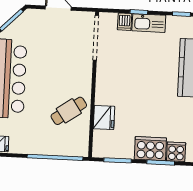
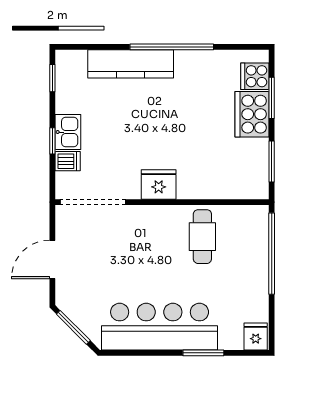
kitchen sink: (149, 23) -> (68, 132), width x0.73
cafe table: (69, 111) -> (202, 237), turned 35
fridge: (104, 117) -> (159, 185), moved

